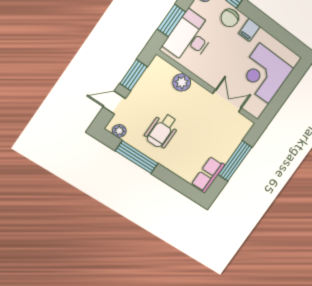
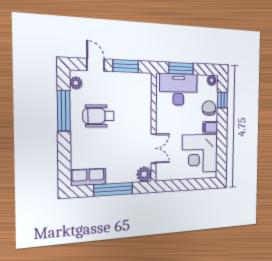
chair: (230, 18) -> (209, 108), turned 90
corner desk: (264, 74) -> (200, 153), moved, turned -90
plant: (182, 82) -> (144, 174), moved

